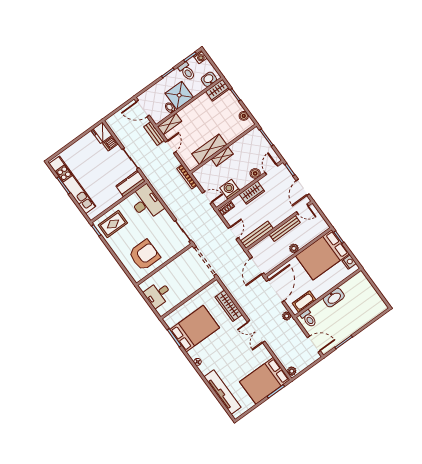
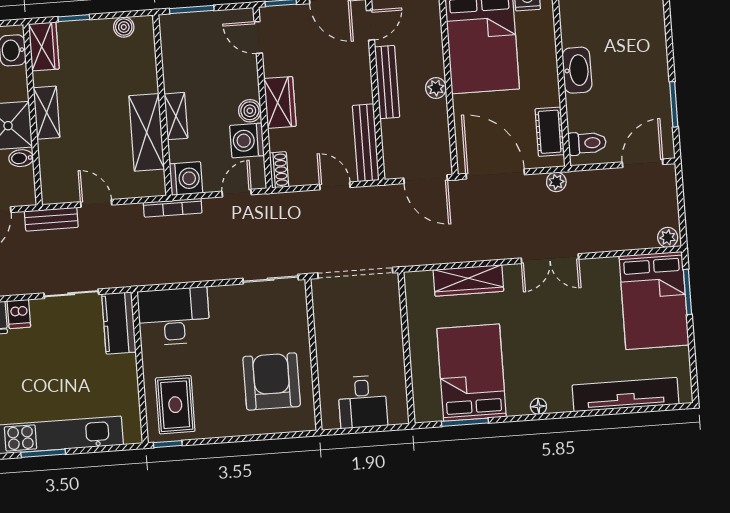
shelving: (170, 124) -> (47, 113), moved
boiler: (255, 173) -> (250, 111), moved
washing machine: (201, 175) -> (186, 179), added

